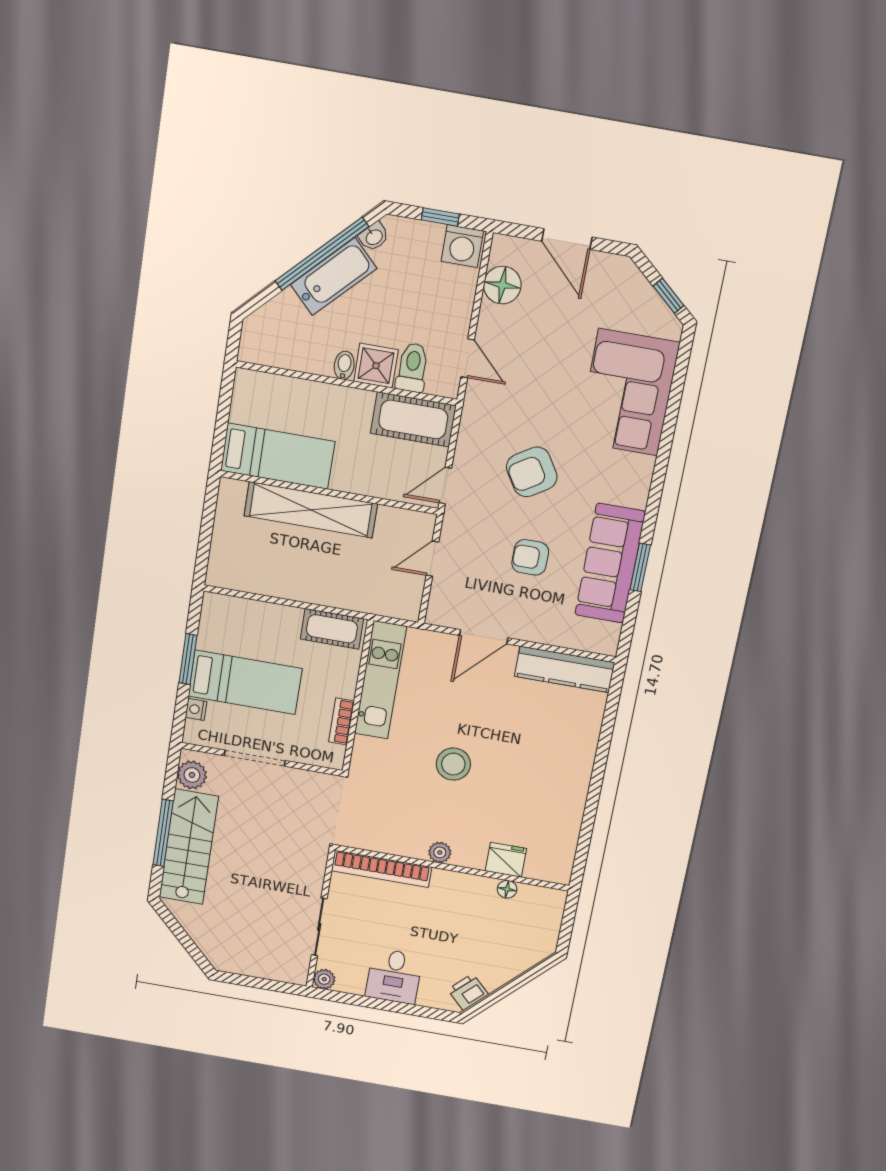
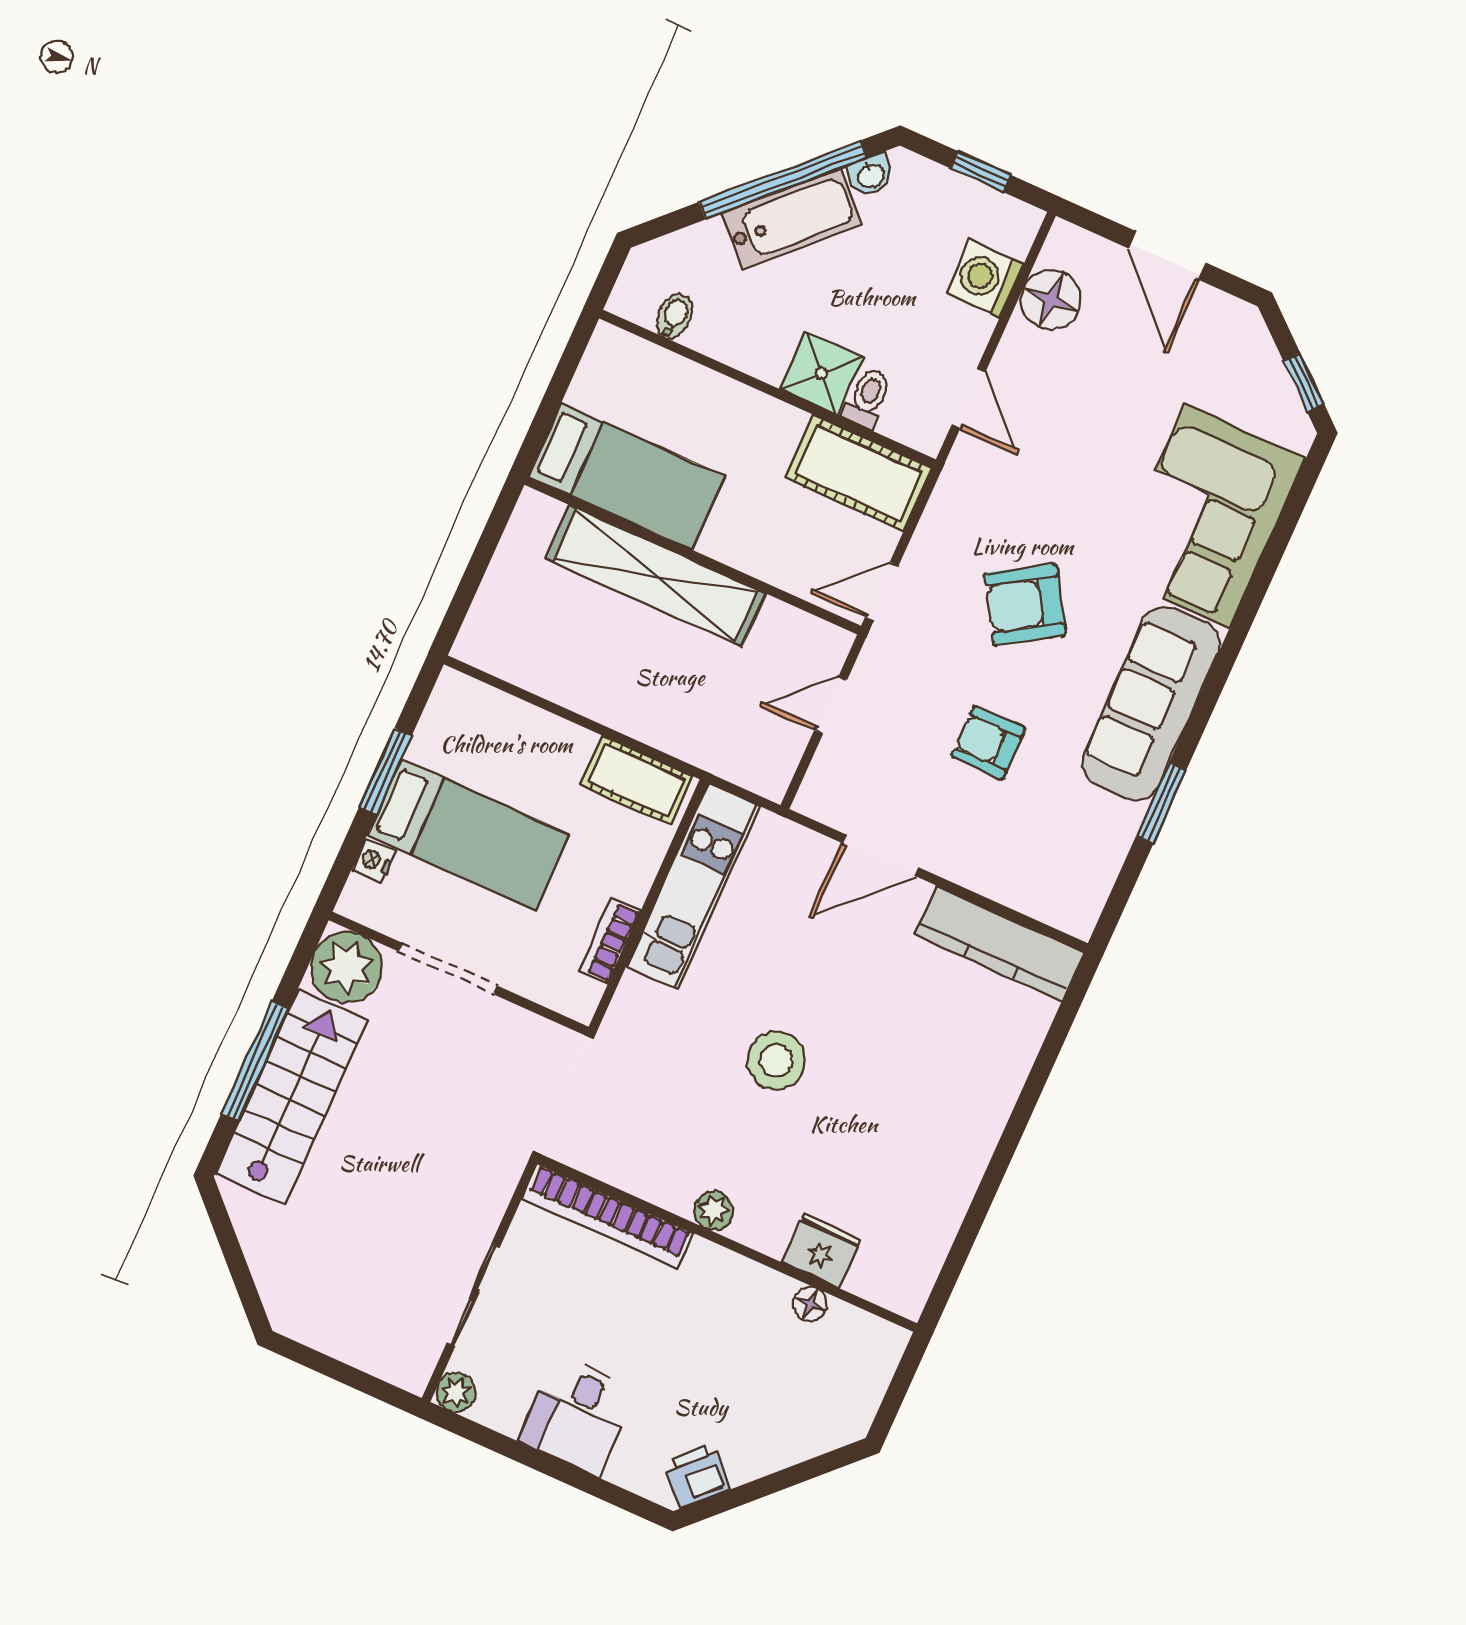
washing machine: (462, 246) -> (985, 278), moved, turned 90
bidet: (344, 365) -> (674, 316), moved
toilet: (412, 368) -> (868, 398), width x0.73, depth x0.72
sofa: (610, 563) -> (1151, 703), moved
plant: (192, 775) -> (346, 967), width x1.36, depth x1.36

